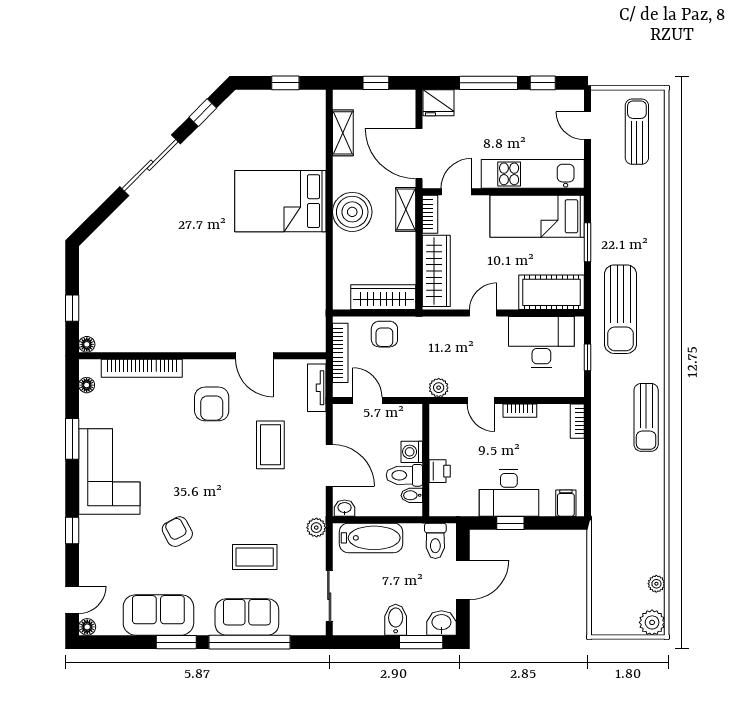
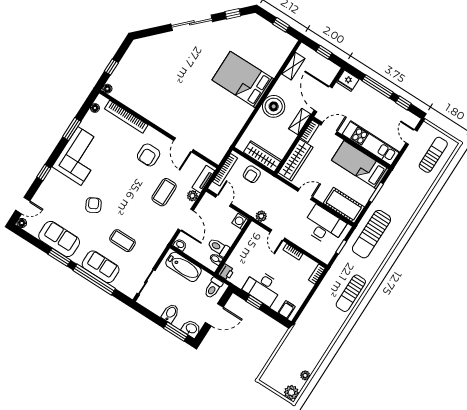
washing machine: (412, 452) -> (240, 221), moved
printer: (440, 471) -> (226, 272), moved
plant: (316, 528) -> (192, 196), moved

